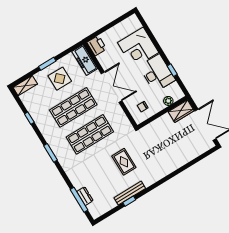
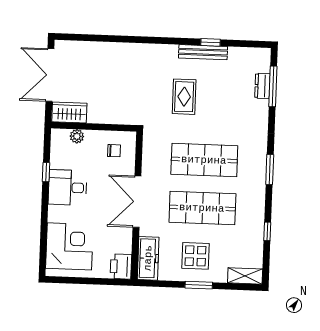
corner desk: (138, 48) -> (69, 246), moved
desk: (157, 73) -> (68, 187), width x0.73

